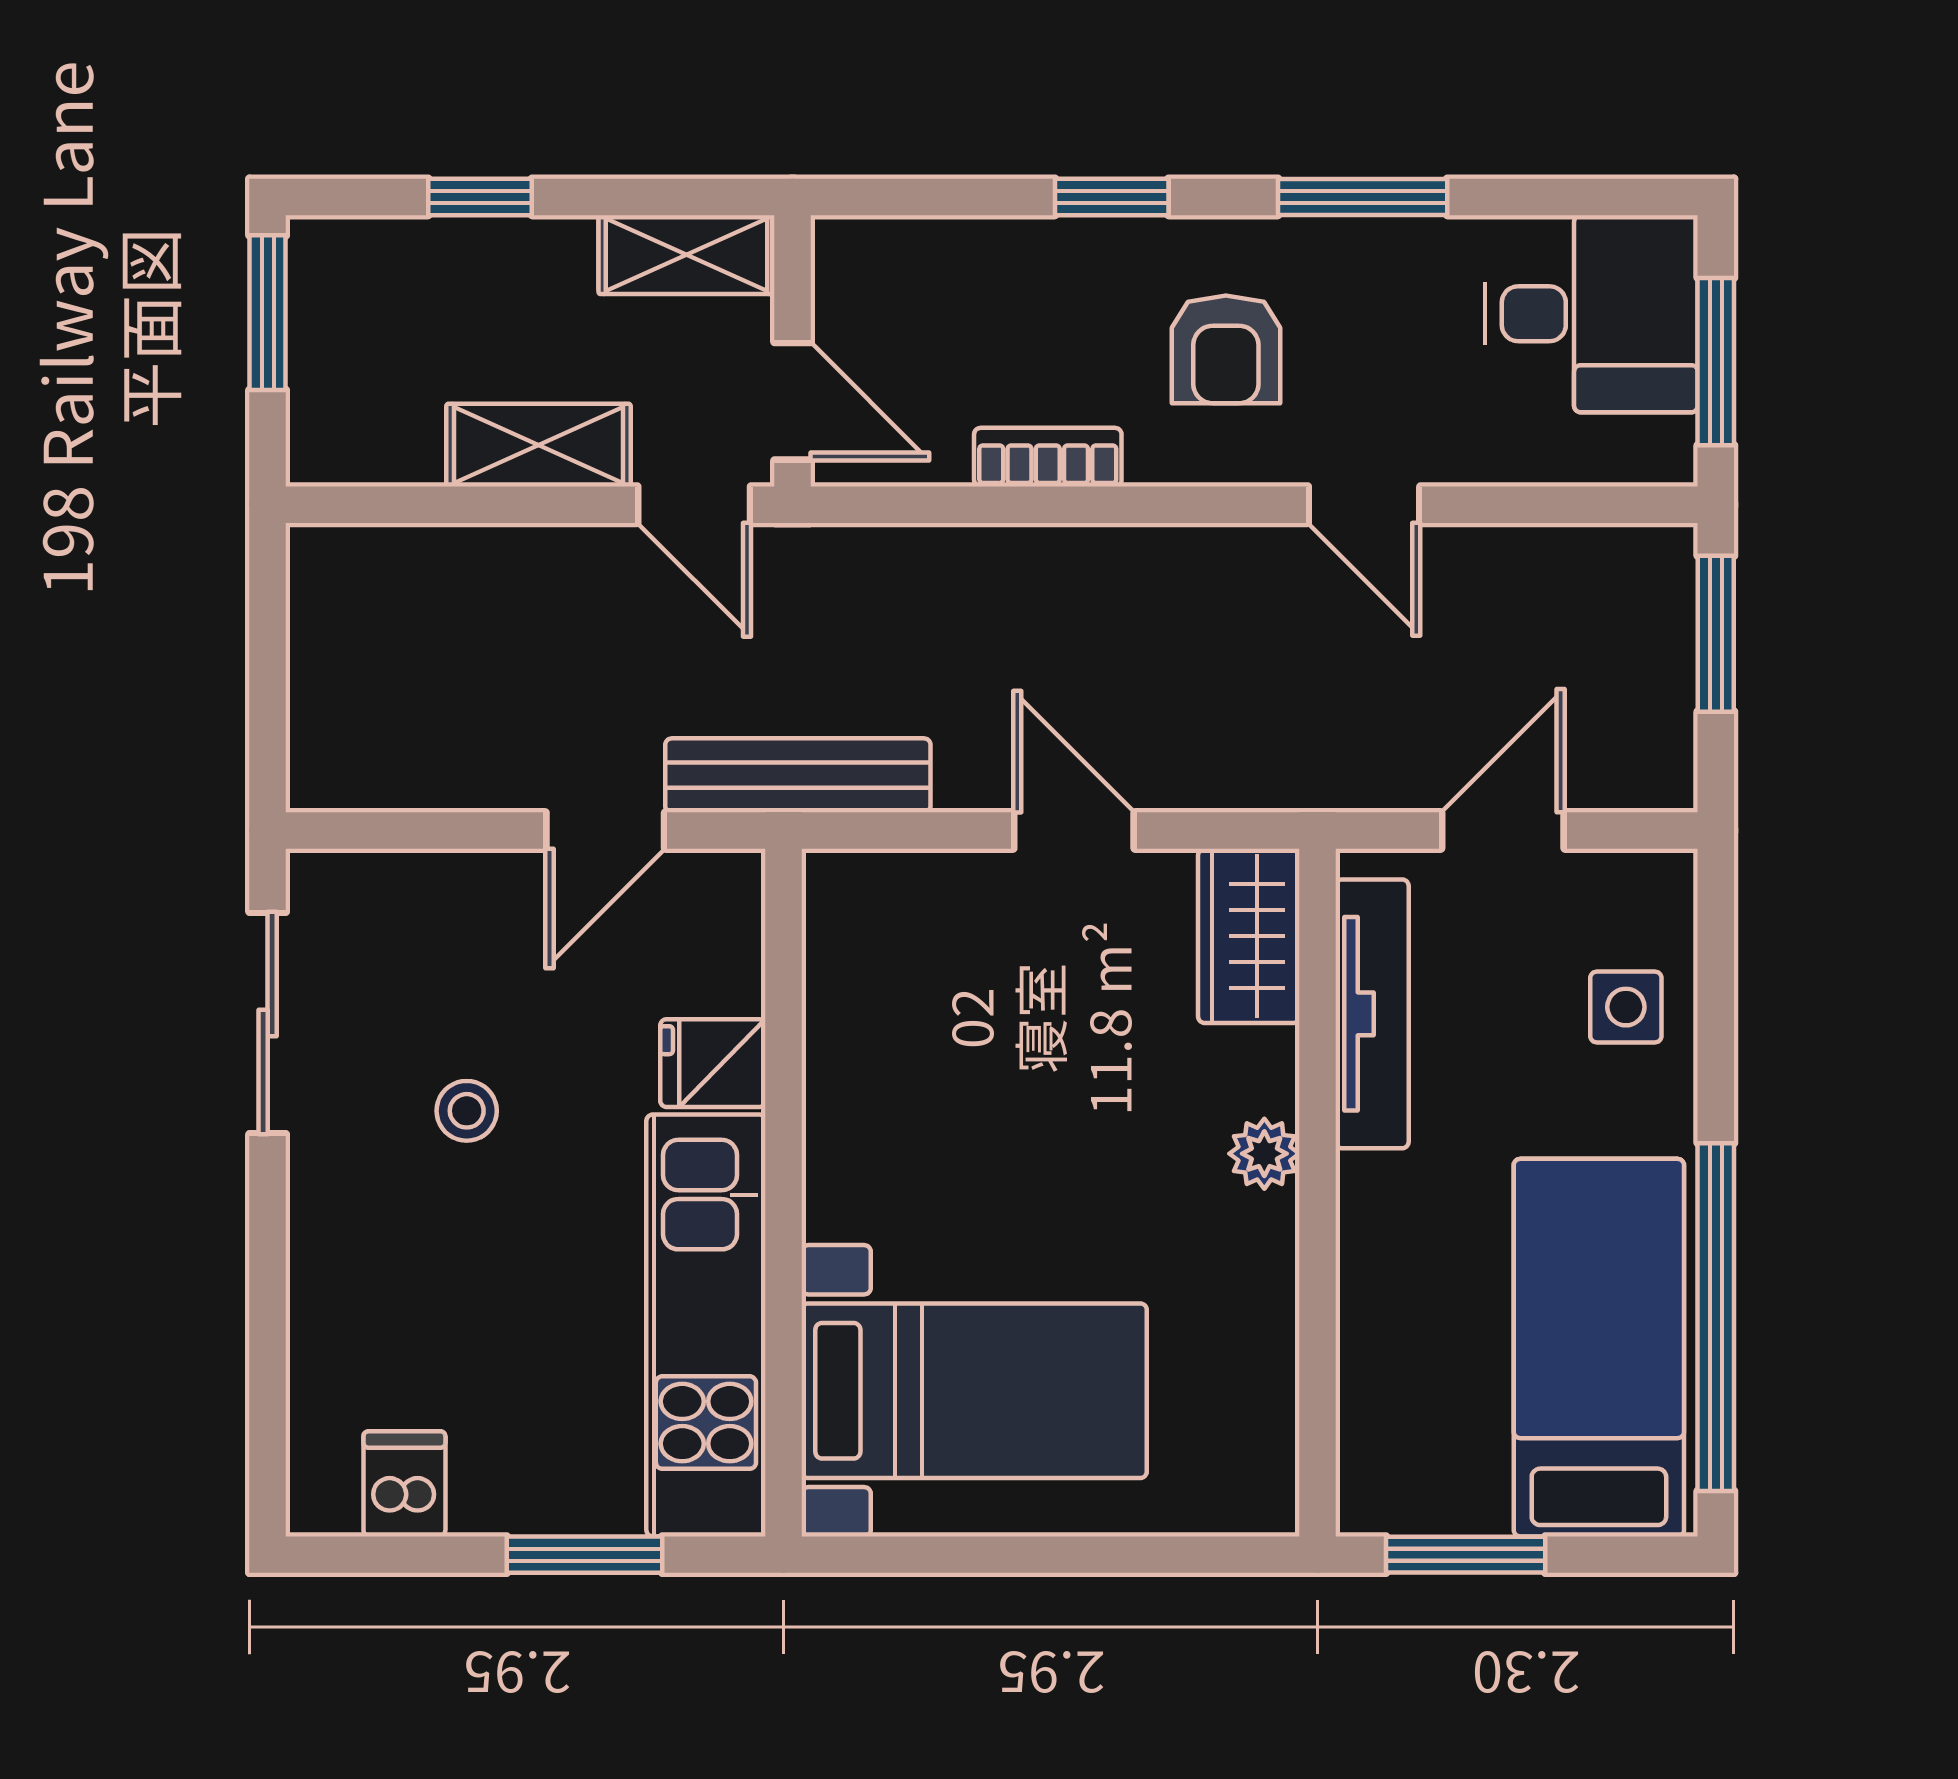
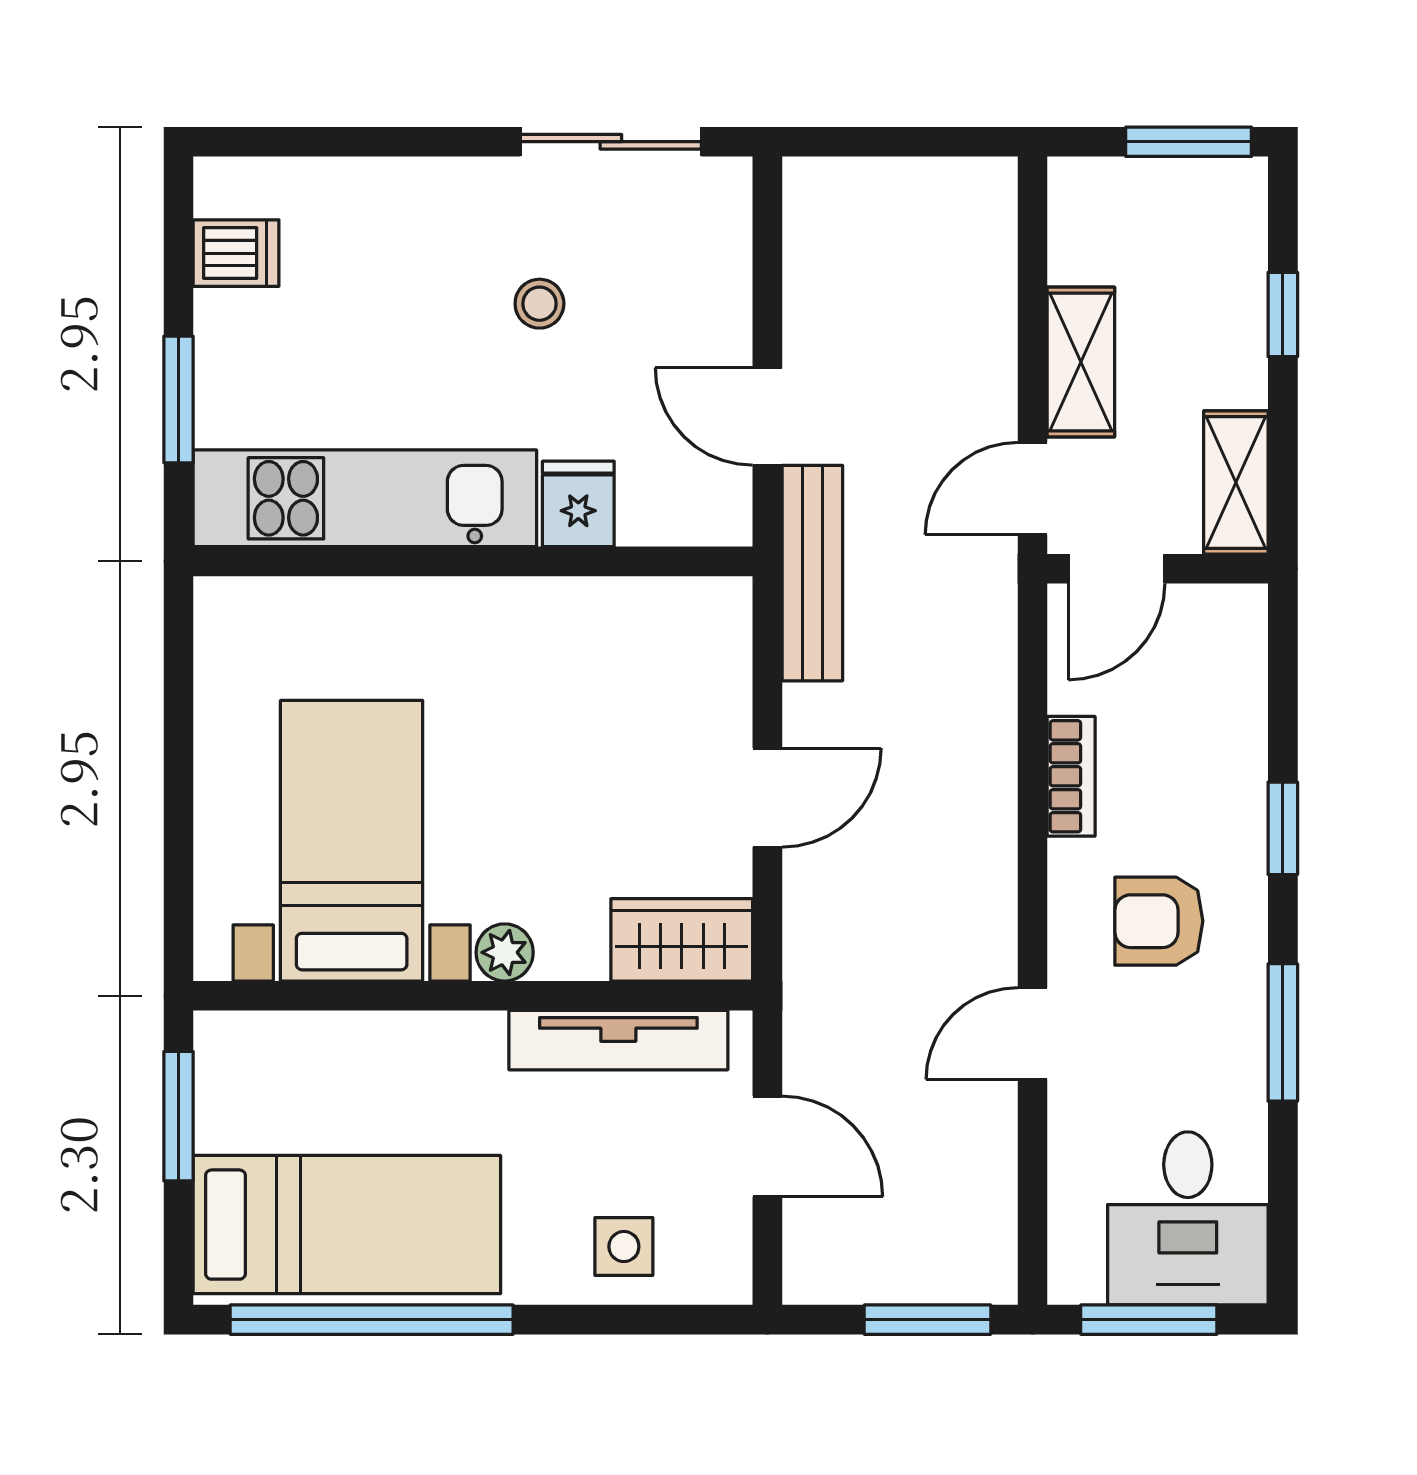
bed with nightstands: (974, 1391) -> (352, 841), moved, turned 180

